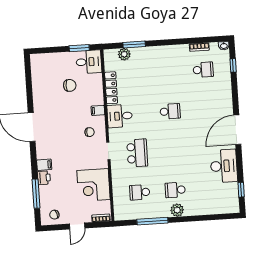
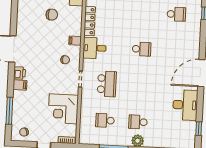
printer: (44, 178) -> (19, 73), moved

